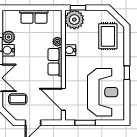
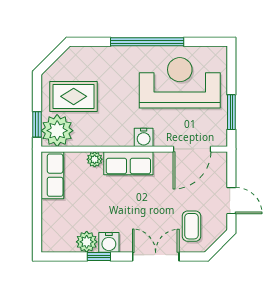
row of seats: (34, 17) -> (52, 175), moved
rug: (108, 36) -> (74, 96), moved
water cooler: (70, 50) -> (144, 137), moved
window: (127, 73) -> (147, 42), width x3.17

